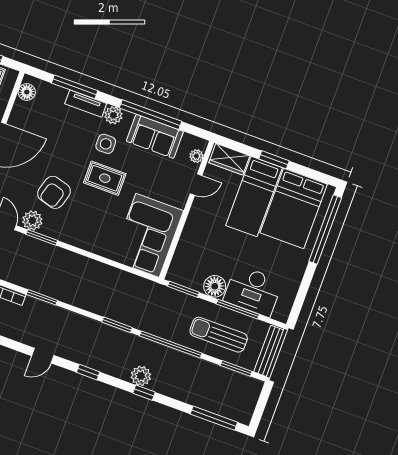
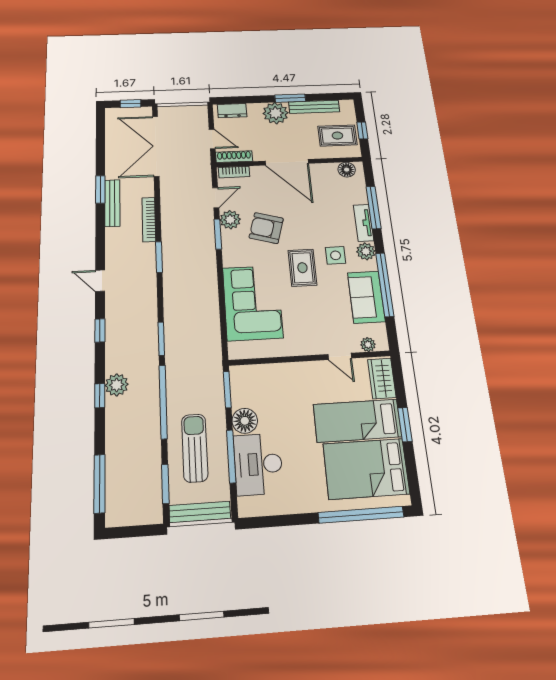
corner sofa: (148, 235) -> (253, 303), moved, turned 90

